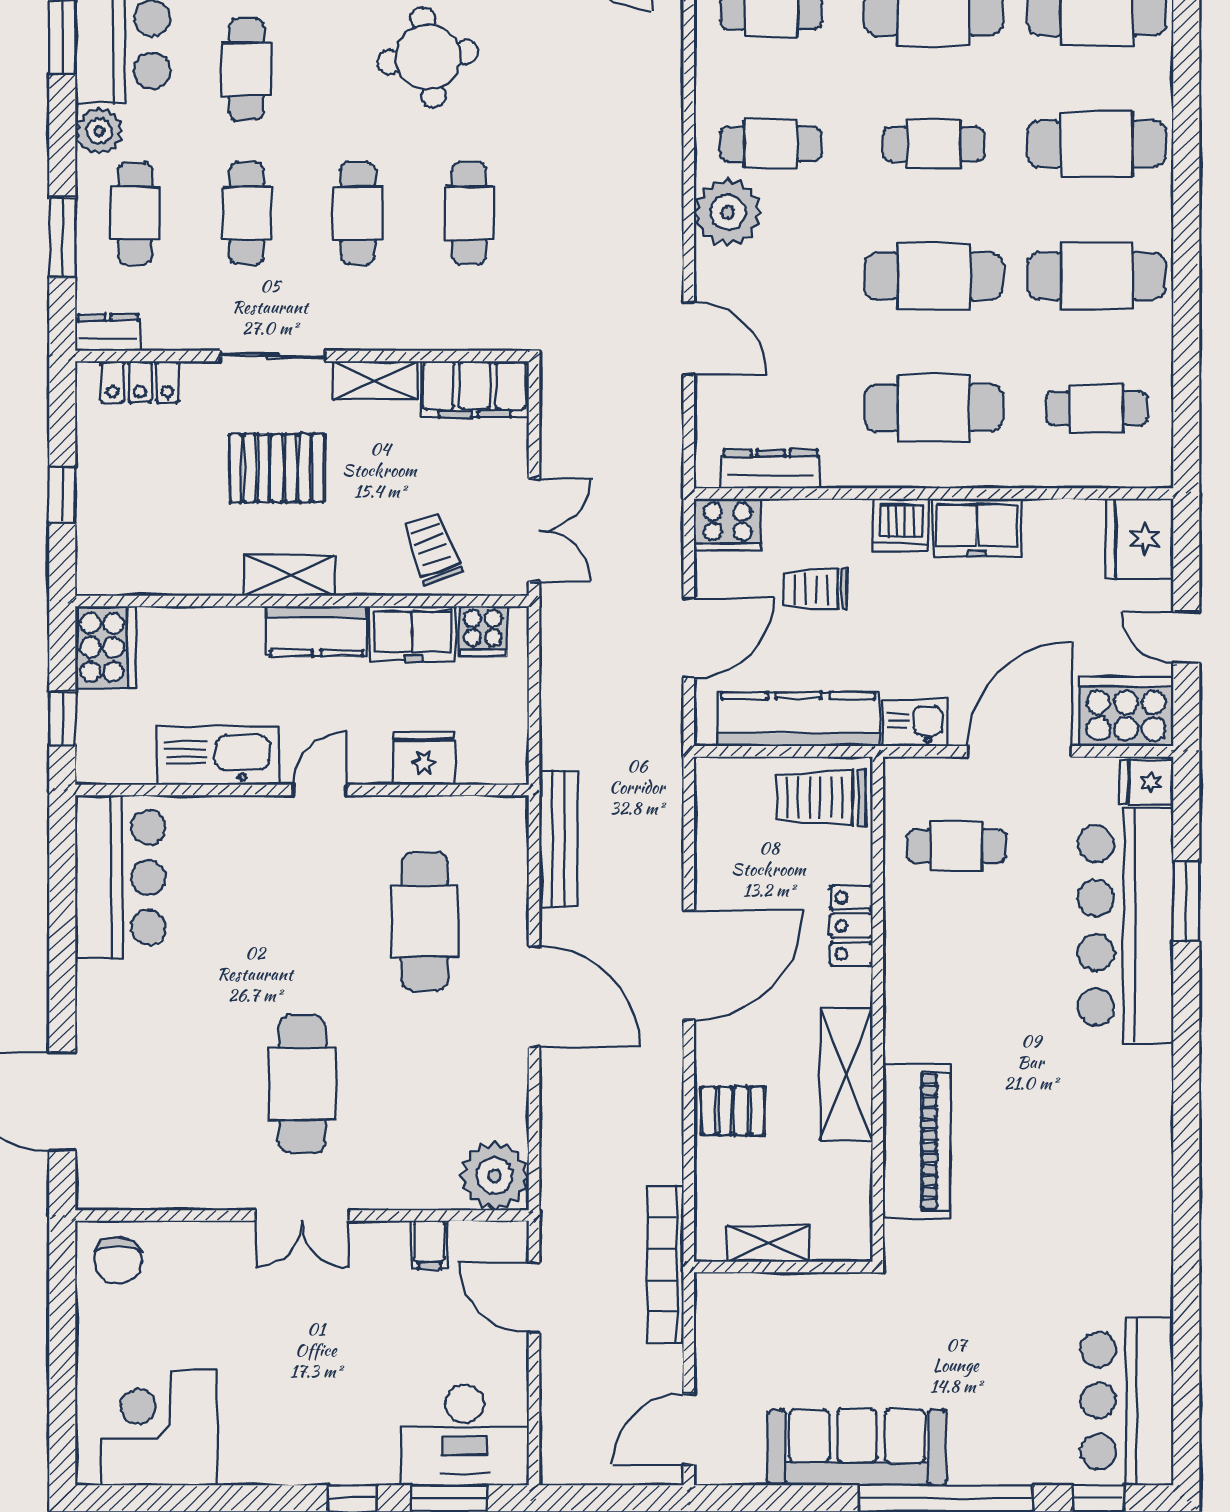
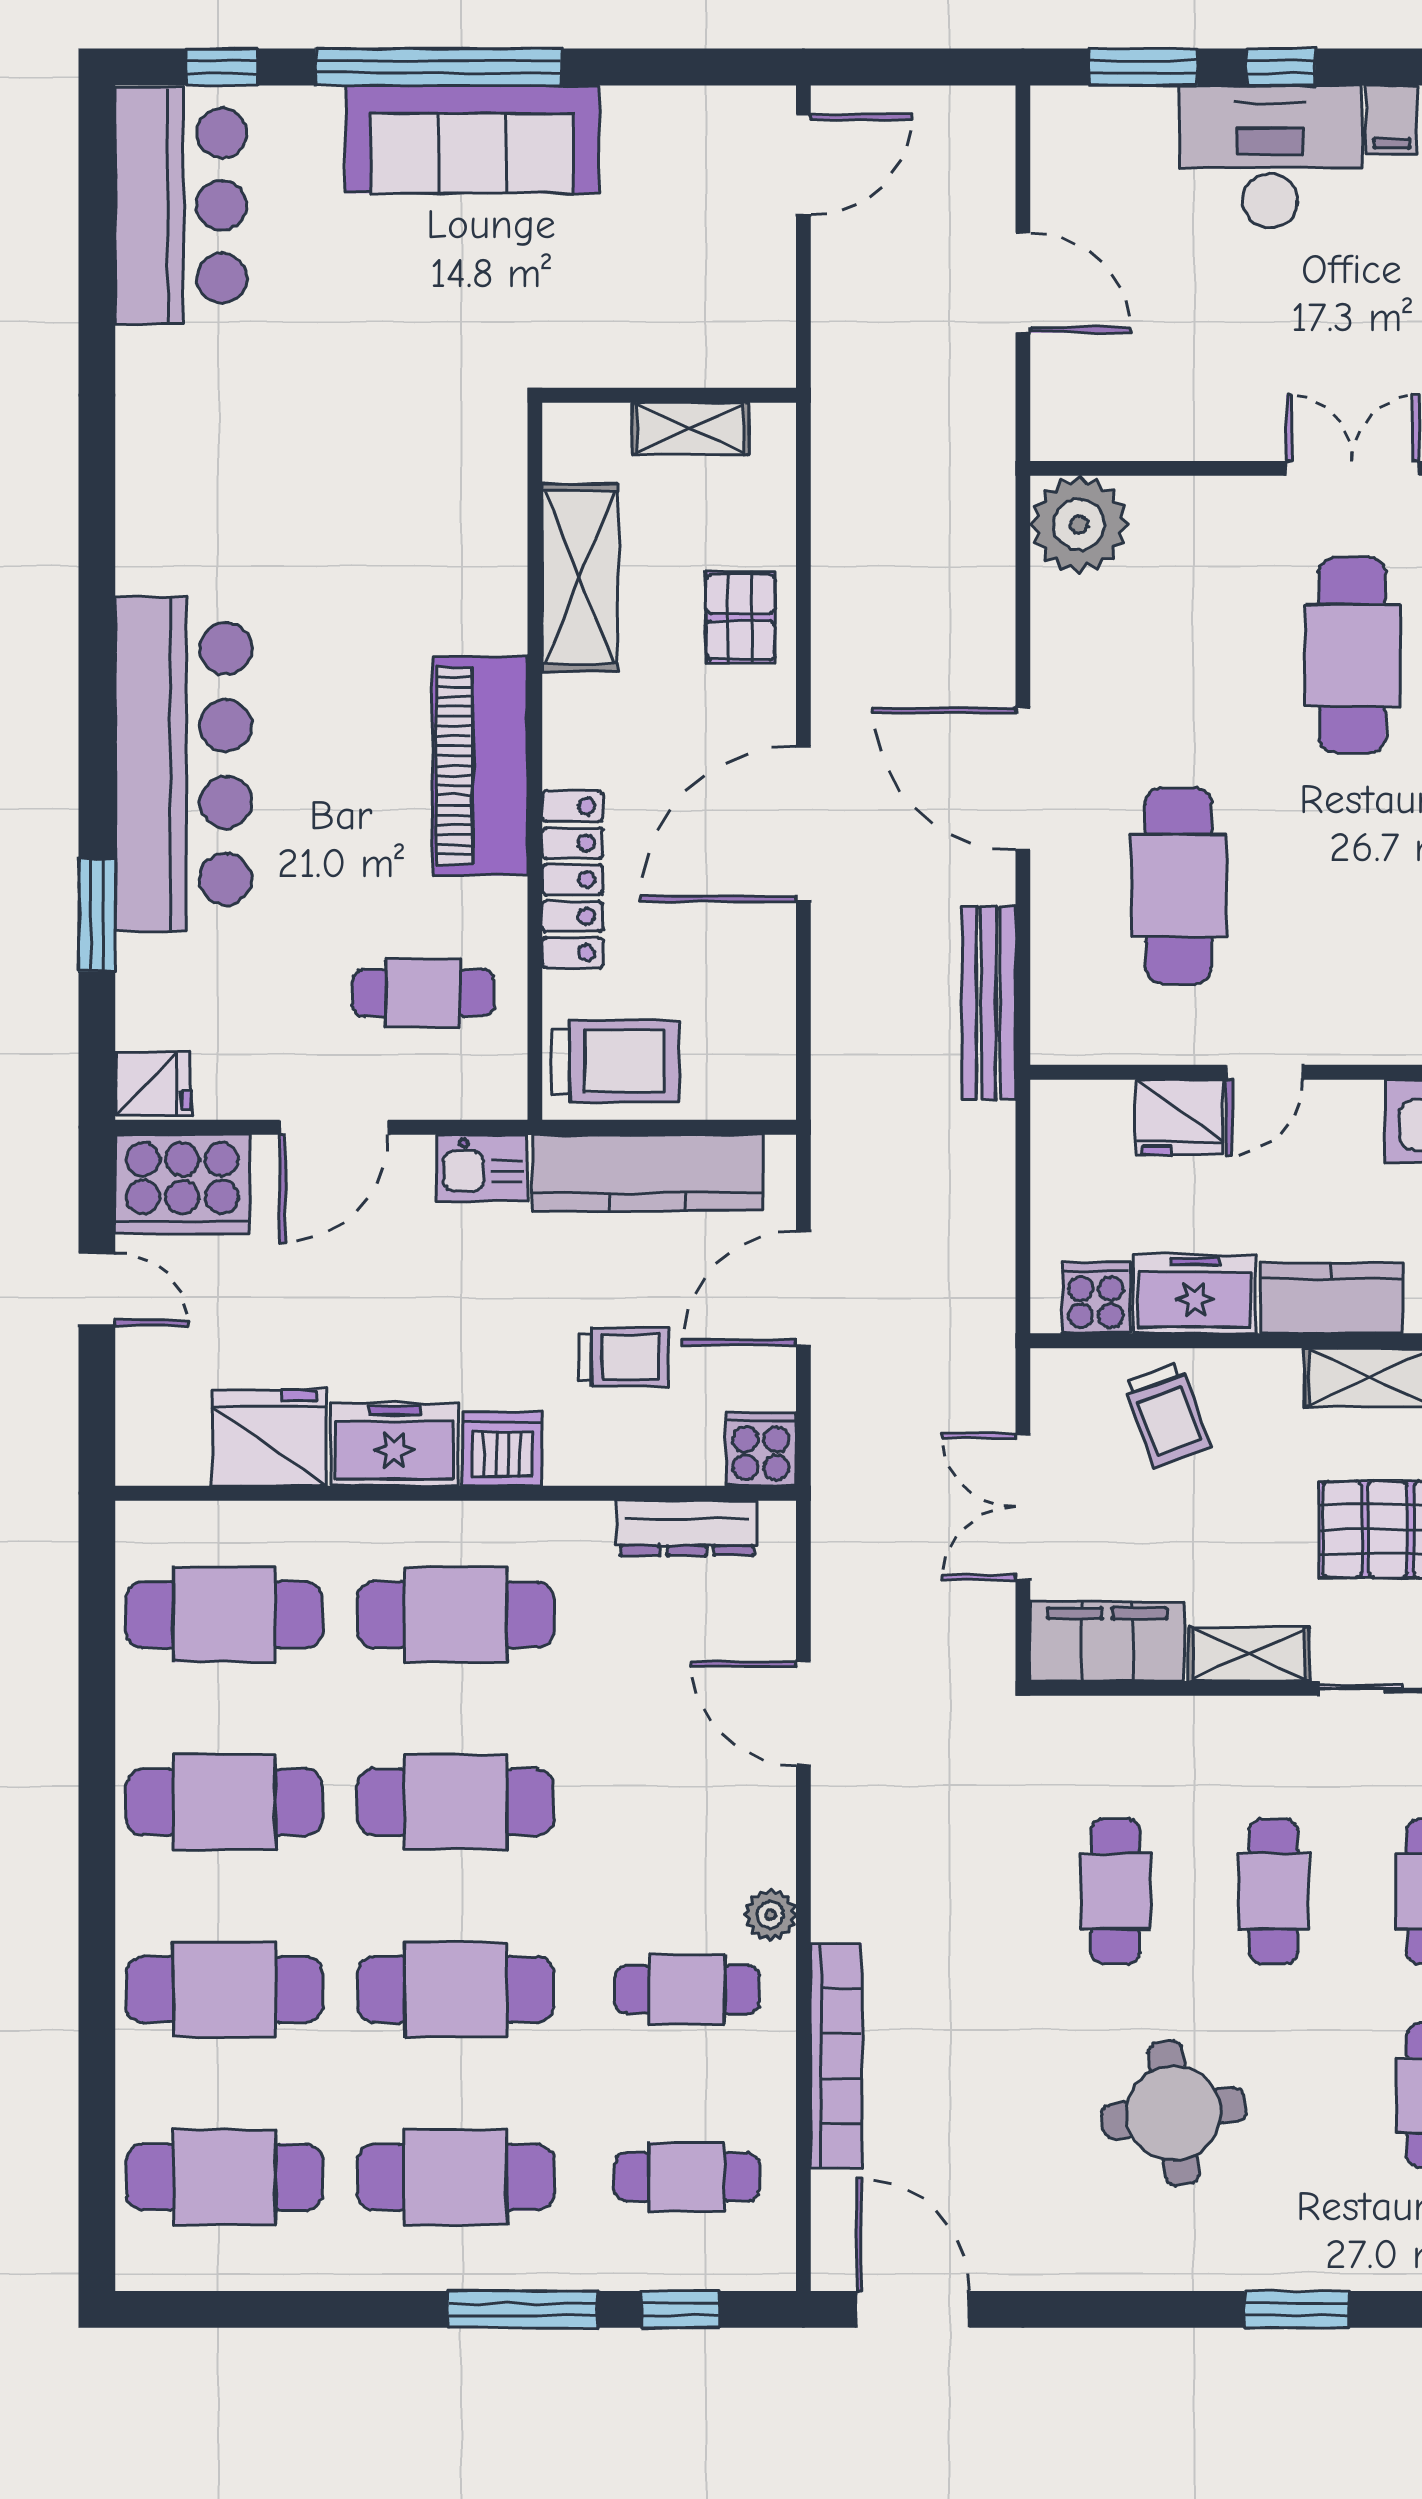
cafe table: (934, 144) -> (456, 1990), width x1.37, depth x1.35
plant: (728, 212) -> (770, 1915), width x0.53, depth x0.53
cafe table: (1097, 408) -> (224, 1615), width x1.37, depth x1.35
cooker: (728, 525) -> (761, 1449), width x0.73
double door: (534, 530) -> (1023, 1507), moved
fridge: (1140, 539) -> (269, 1438), moved, turned -90
door: (1019, 751) -> (334, 1127), width x0.73
door: (319, 790) -> (1265, 1072), moved
bar counter: (1125, 925) -> (183, 764), moved
locker: (851, 926) -> (573, 880), width x1.53
shelving: (846, 1075) -> (580, 578), moved
pallet: (733, 1111) -> (740, 617), turned 90
piano: (916, 1141) -> (480, 766), moved
filing cabinet: (429, 1245) -> (1392, 120), moved, turned 180
bookcase: (666, 1265) -> (836, 2056), moved
door: (534, 1298) -> (1023, 283), moved
desk: (465, 1435) -> (1270, 157), moved
sofa: (857, 1447) -> (472, 139), moved

